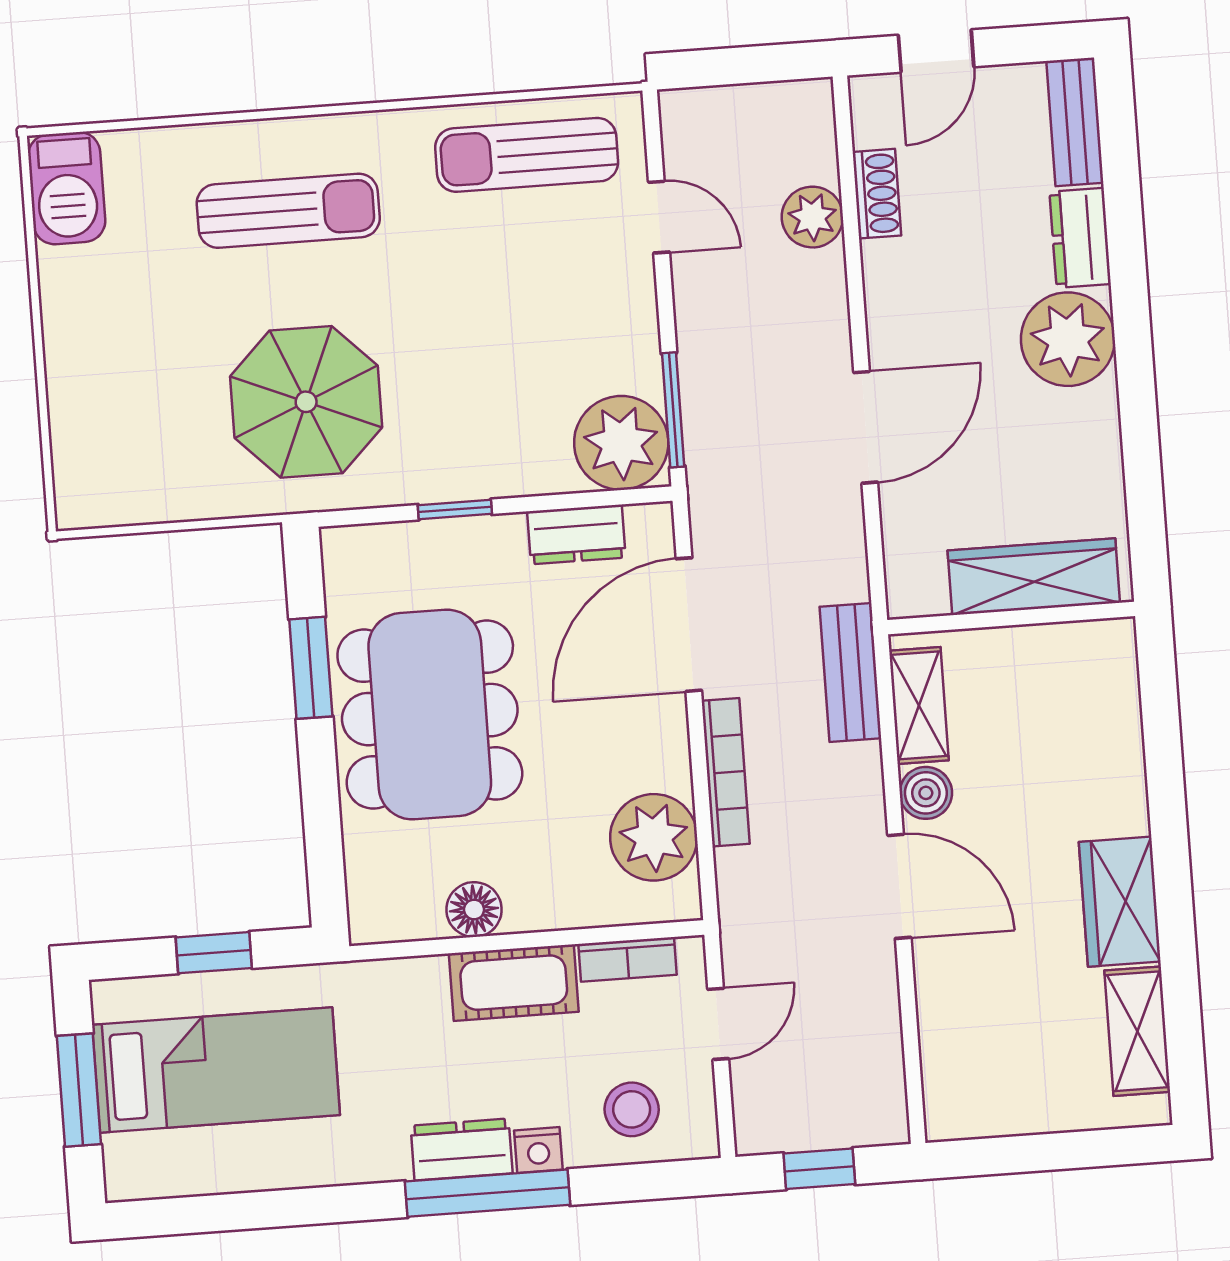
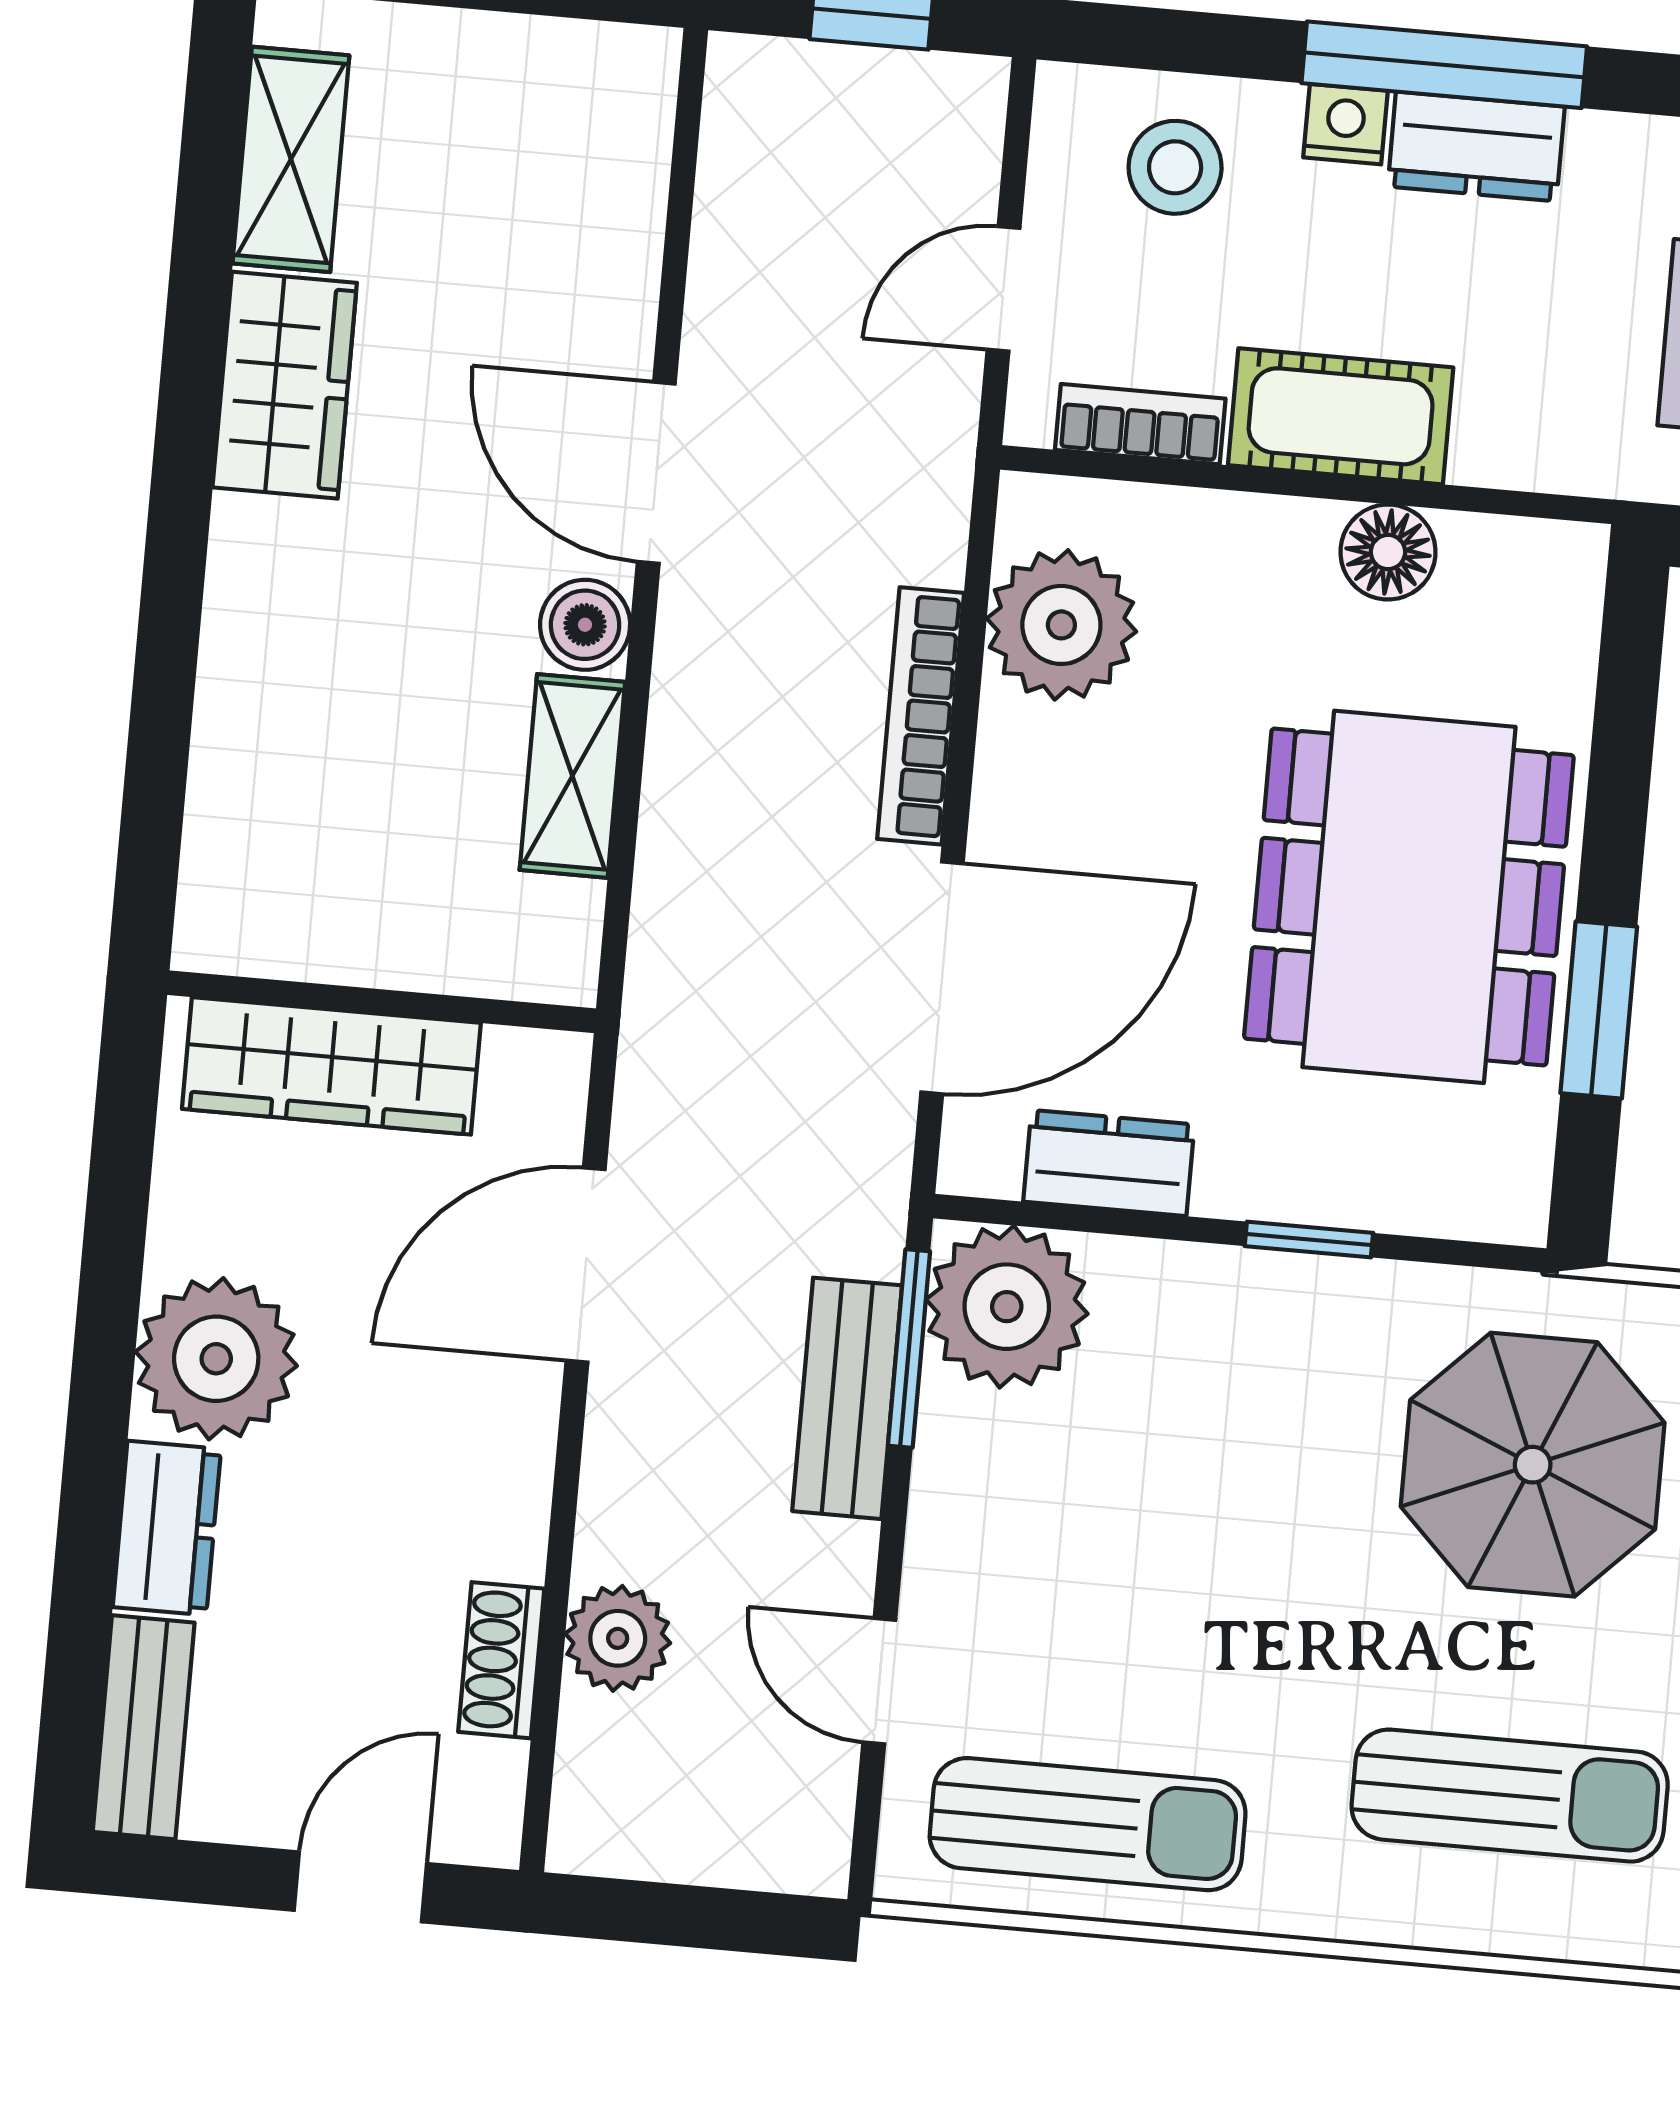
sun lounger: (288, 211) -> (1510, 1796), turned 180
wardrobe: (1034, 577) -> (331, 1066), moved
wall: (1011, 618) -> (382, 1002), moved
bench: (851, 673) -> (847, 1398), moved

